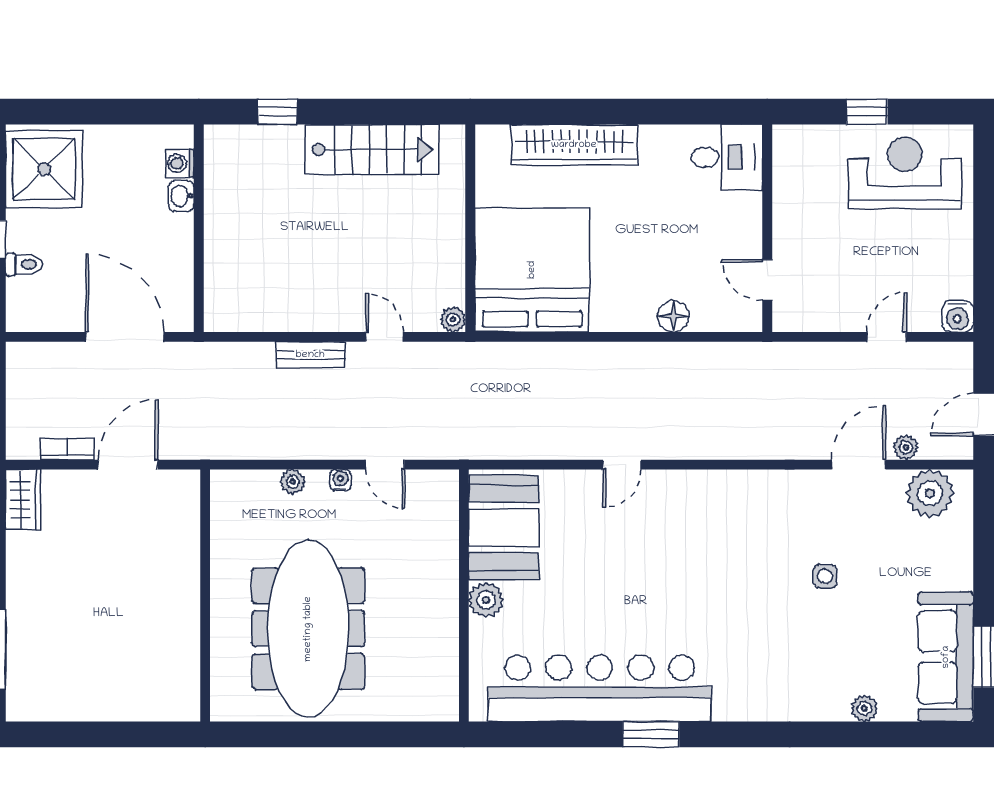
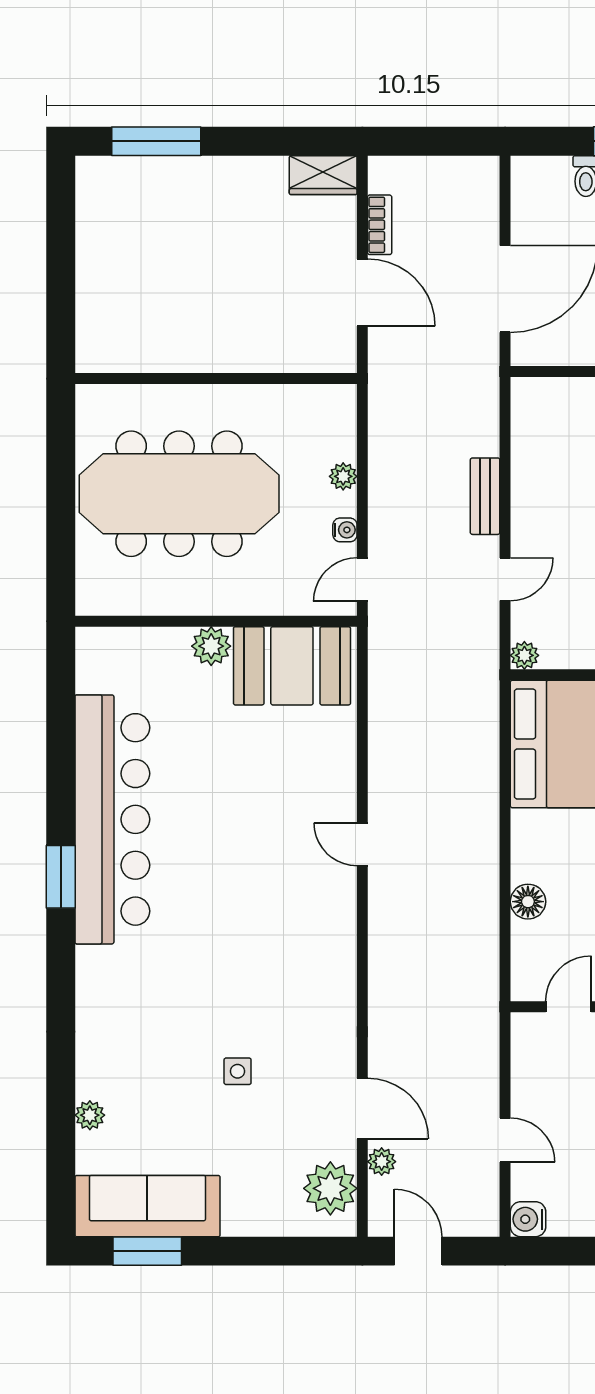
booth: (504, 528) -> (292, 666), moved
wall: (464, 596) -> (216, 621), moved
plant: (486, 600) -> (211, 646), moved

